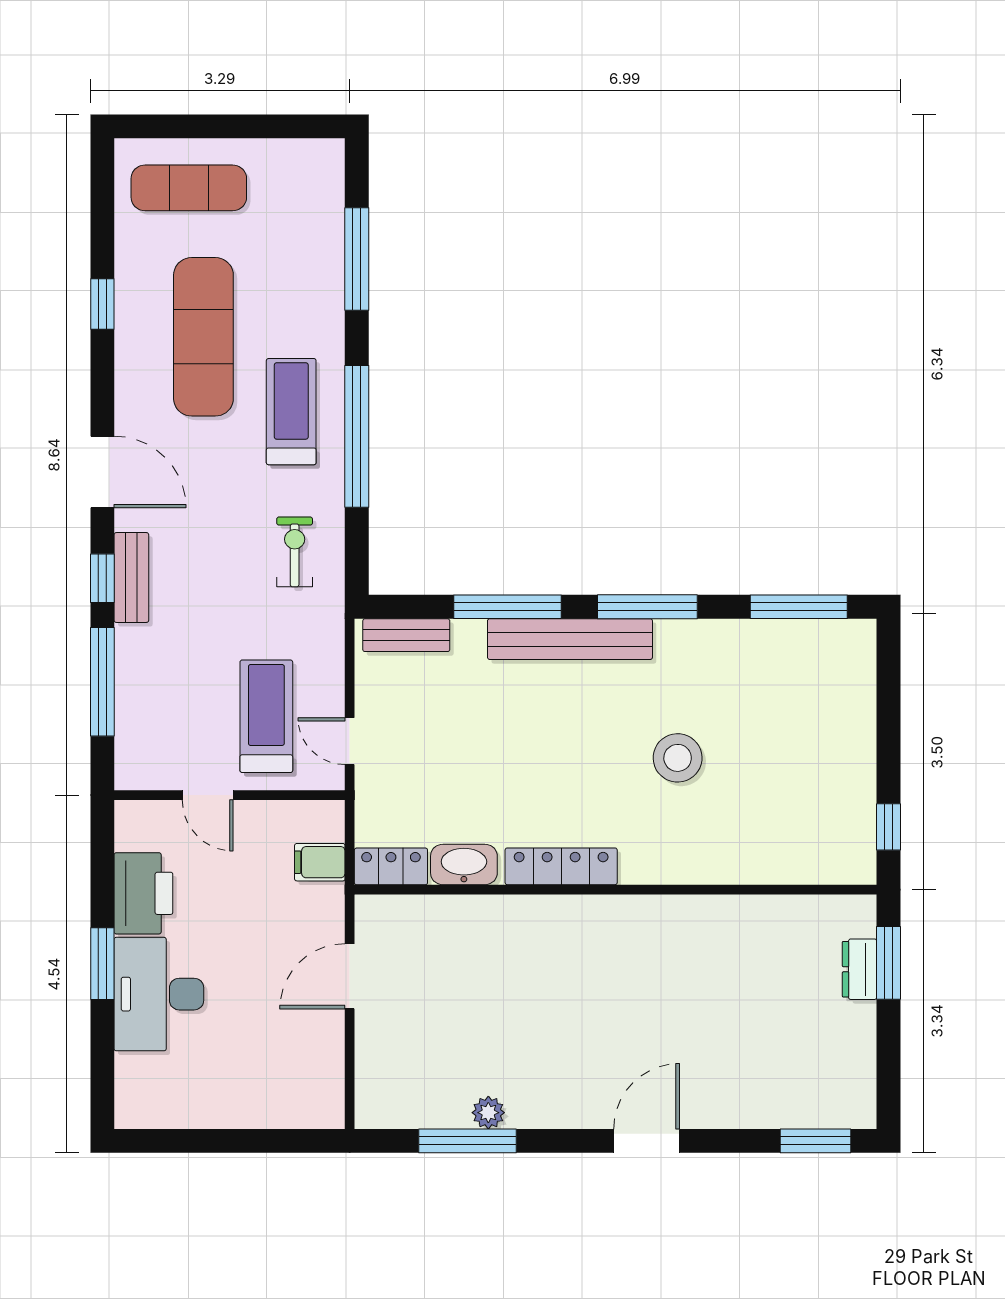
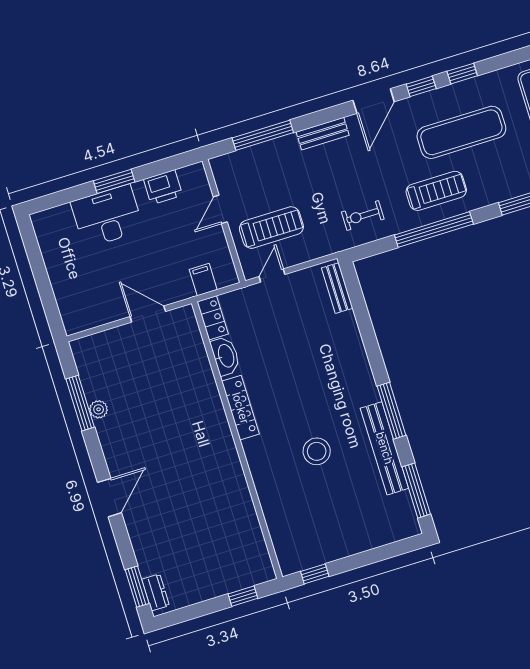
exercise bike: (295, 552) -> (363, 216), turned 180
window: (102, 578) -> (421, 86), moved
window: (508, 607) -> (369, 337), removed
bench: (570, 639) -> (384, 448), moved
printer: (143, 893) -> (163, 187), width x0.73, depth x0.84
window: (888, 963) -> (243, 596), width x0.67
dresser: (860, 969) -> (156, 592), moved, turned 90
door: (647, 1141) -> (109, 498), hinge flipped

